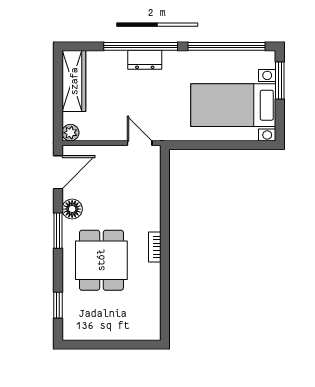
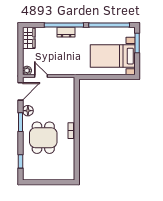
wardrobe: (74, 81) -> (29, 38), width x0.67
door: (140, 143) -> (41, 76), moved

